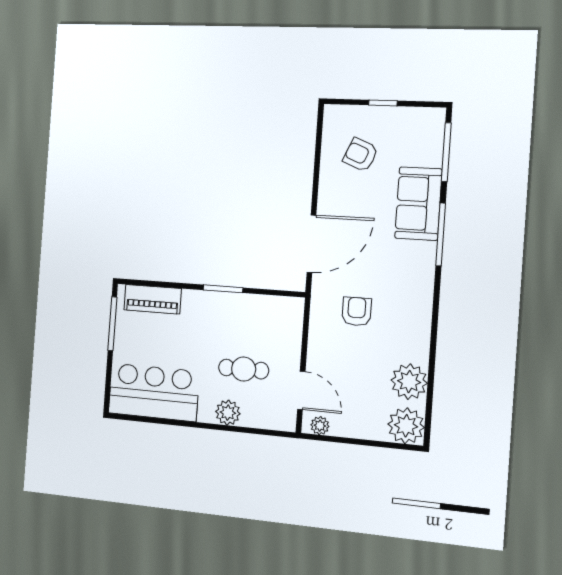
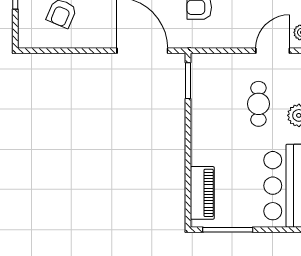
window: (223, 289) -> (188, 81), moved

